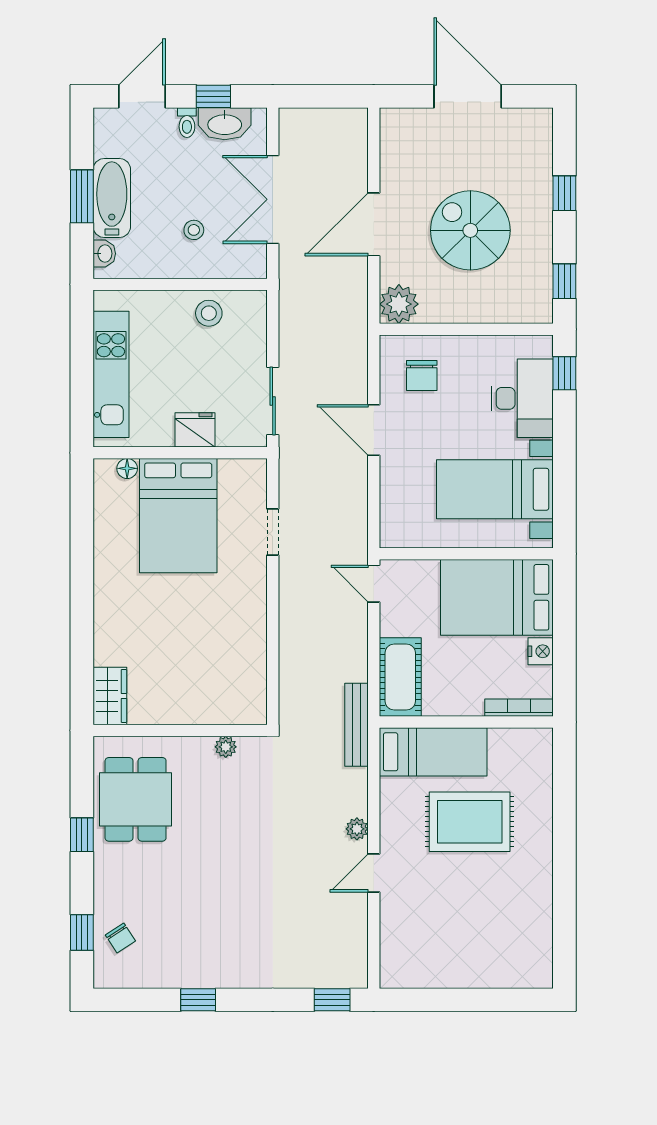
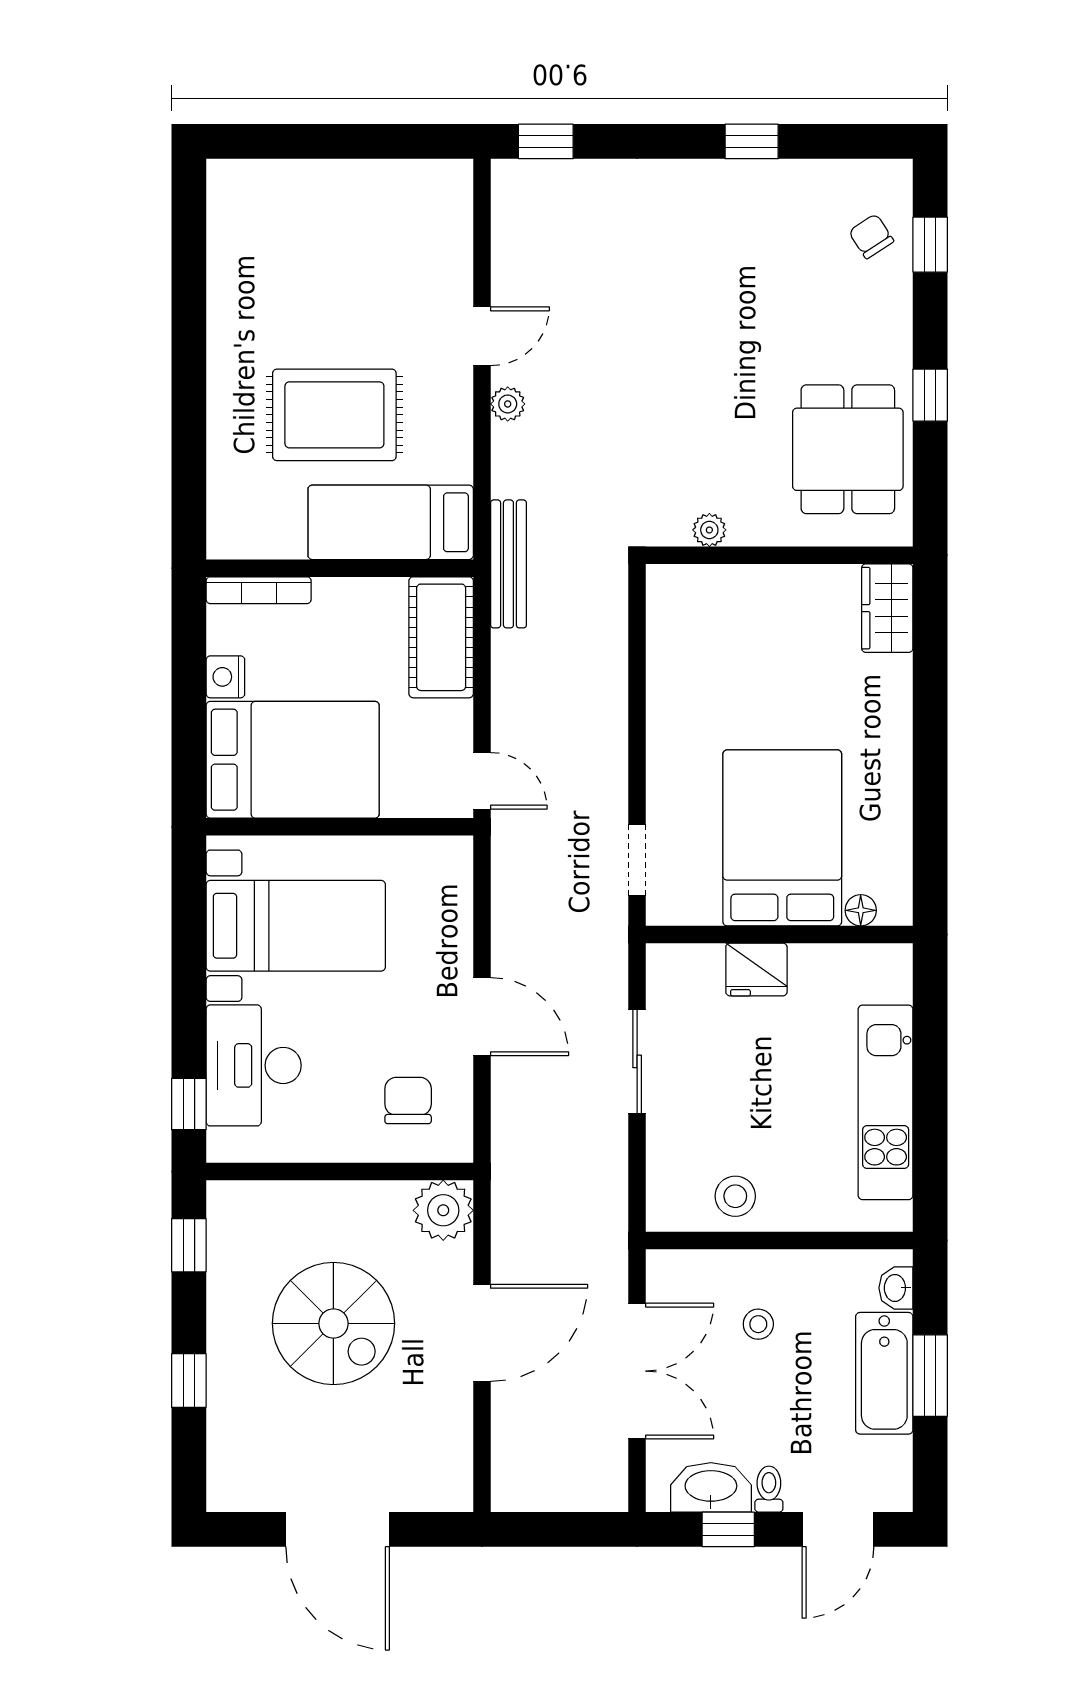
fridge: (195, 430) -> (756, 970), moved
wall: (180, 453) -> (779, 935), moved
floor lamp: (127, 468) -> (861, 910), moved
bed: (178, 516) -> (782, 838), moved

